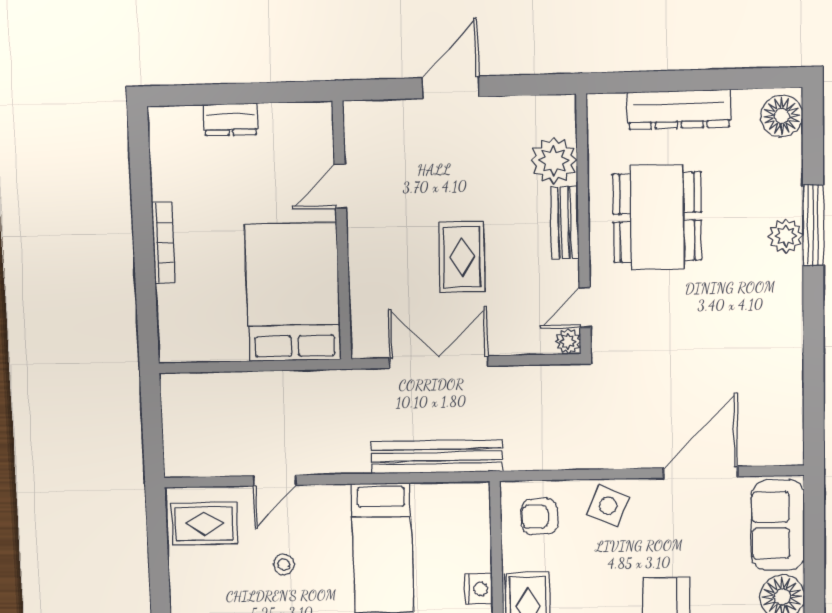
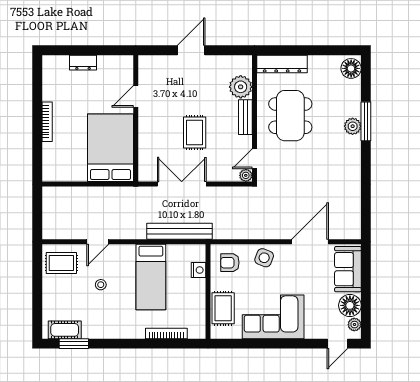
dresser: (679, 109) -> (282, 64), moved
nightstand: (478, 589) -> (198, 270), moved

